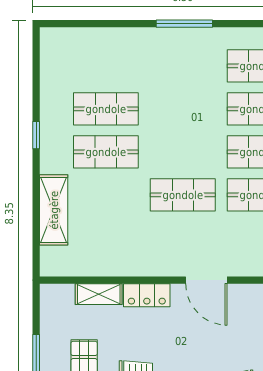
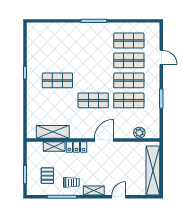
shop shelf: (106, 109) -> (57, 60), removed
shelving: (54, 210) -> (53, 132), moved, turned 90
door: (206, 280) -> (104, 140), swing flipped

